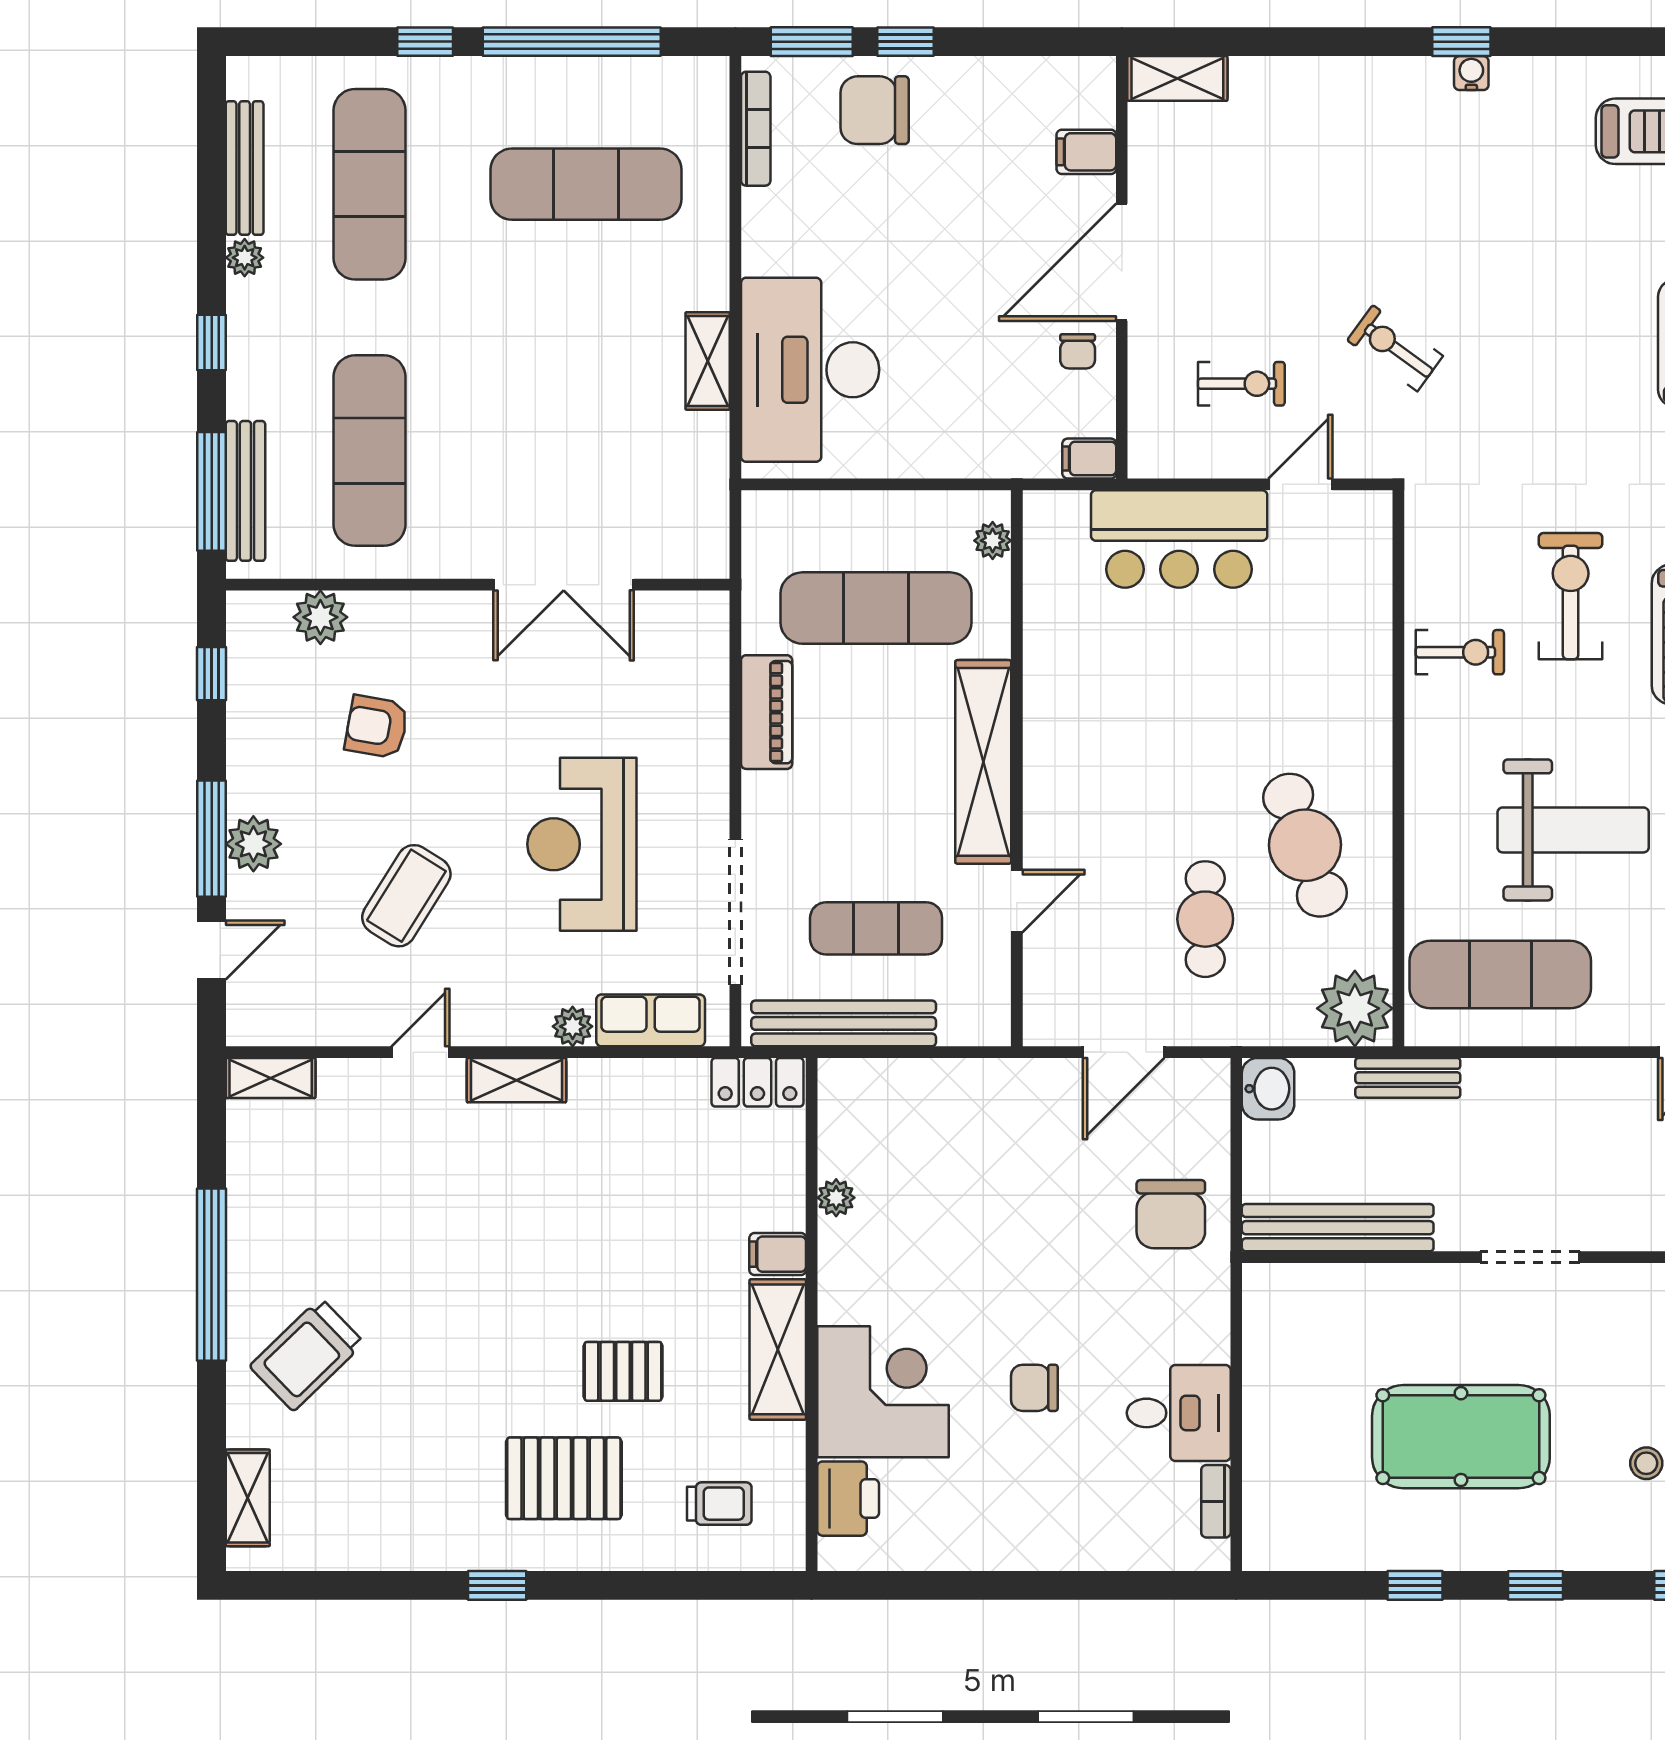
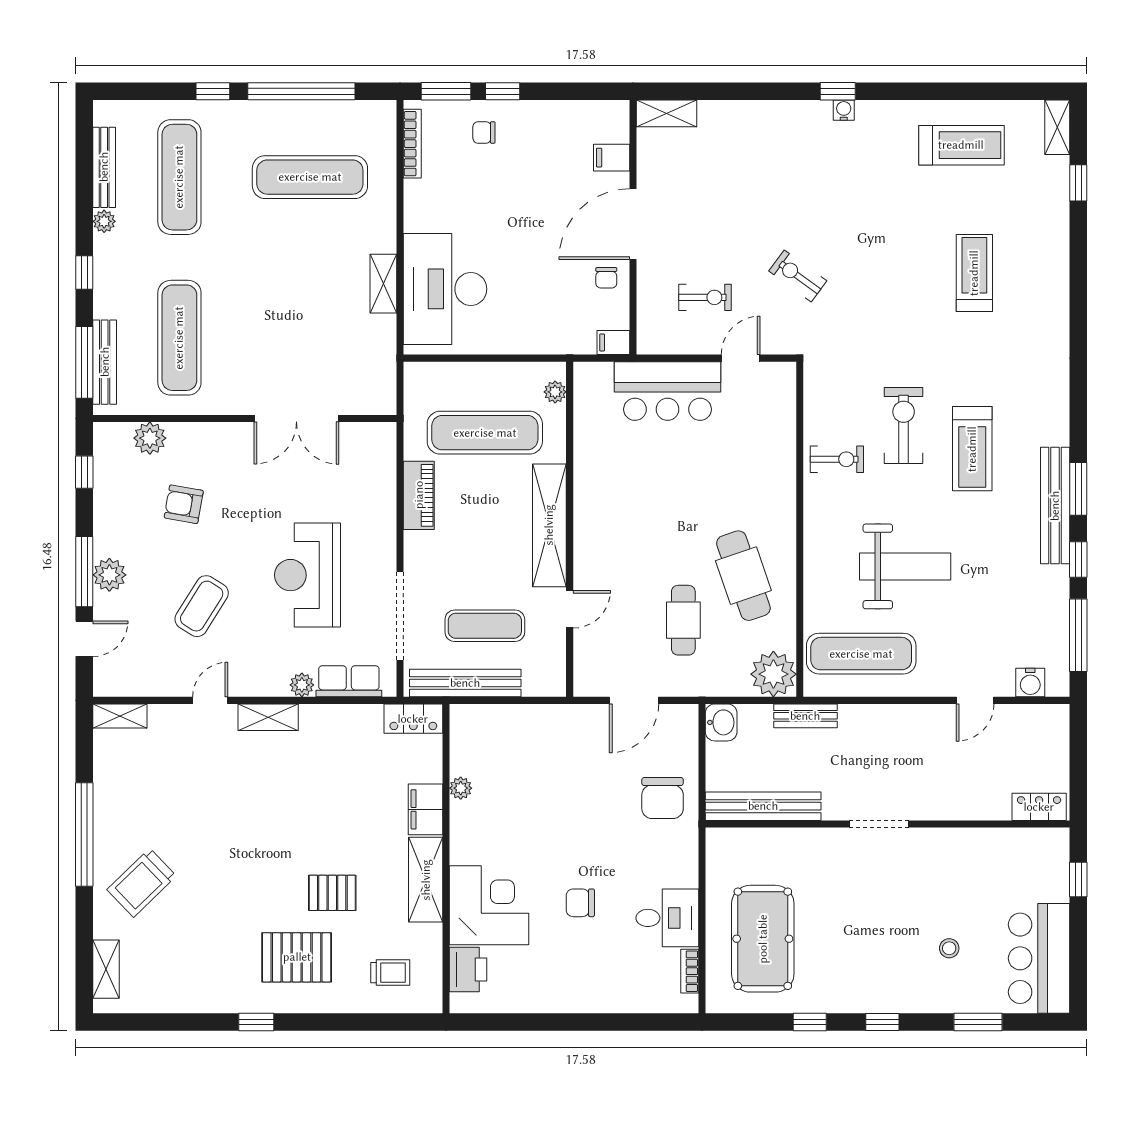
chair: (875, 110) -> (484, 132), width x0.54, depth x0.54
filing cabinet: (778, 1254) -> (426, 809), width x2.00
pool table: (1461, 1437) -> (763, 939), moved, turned 90

